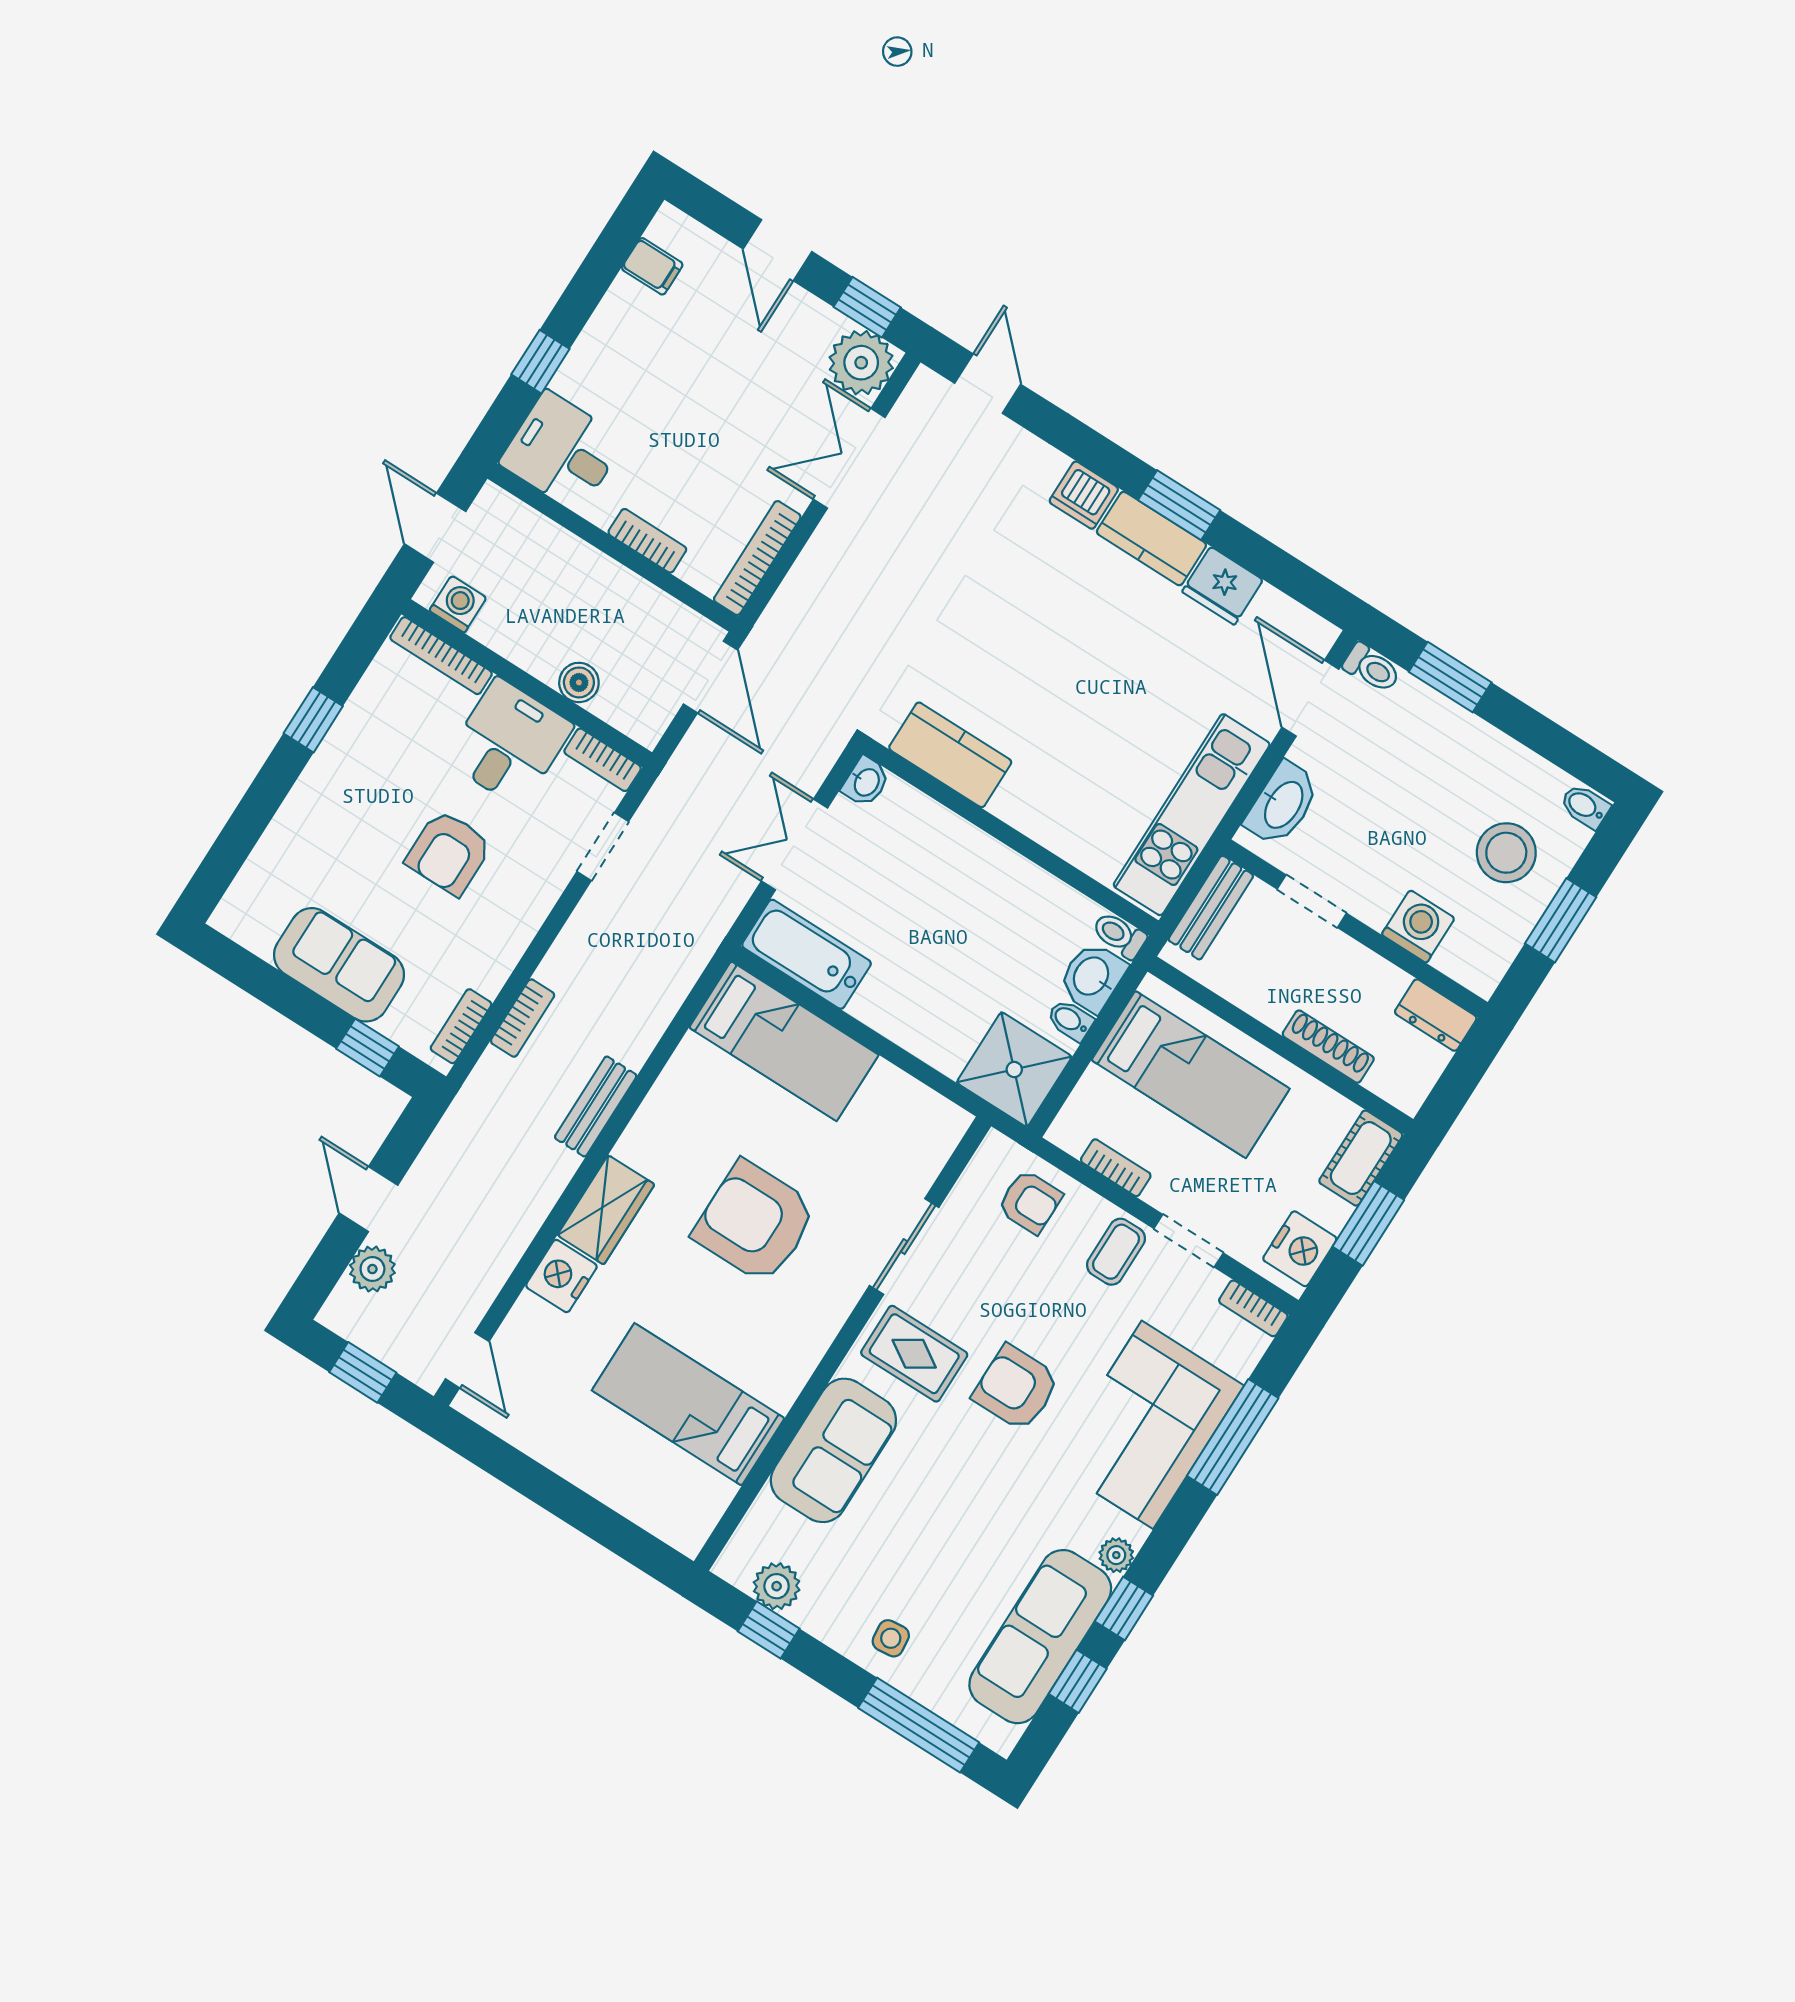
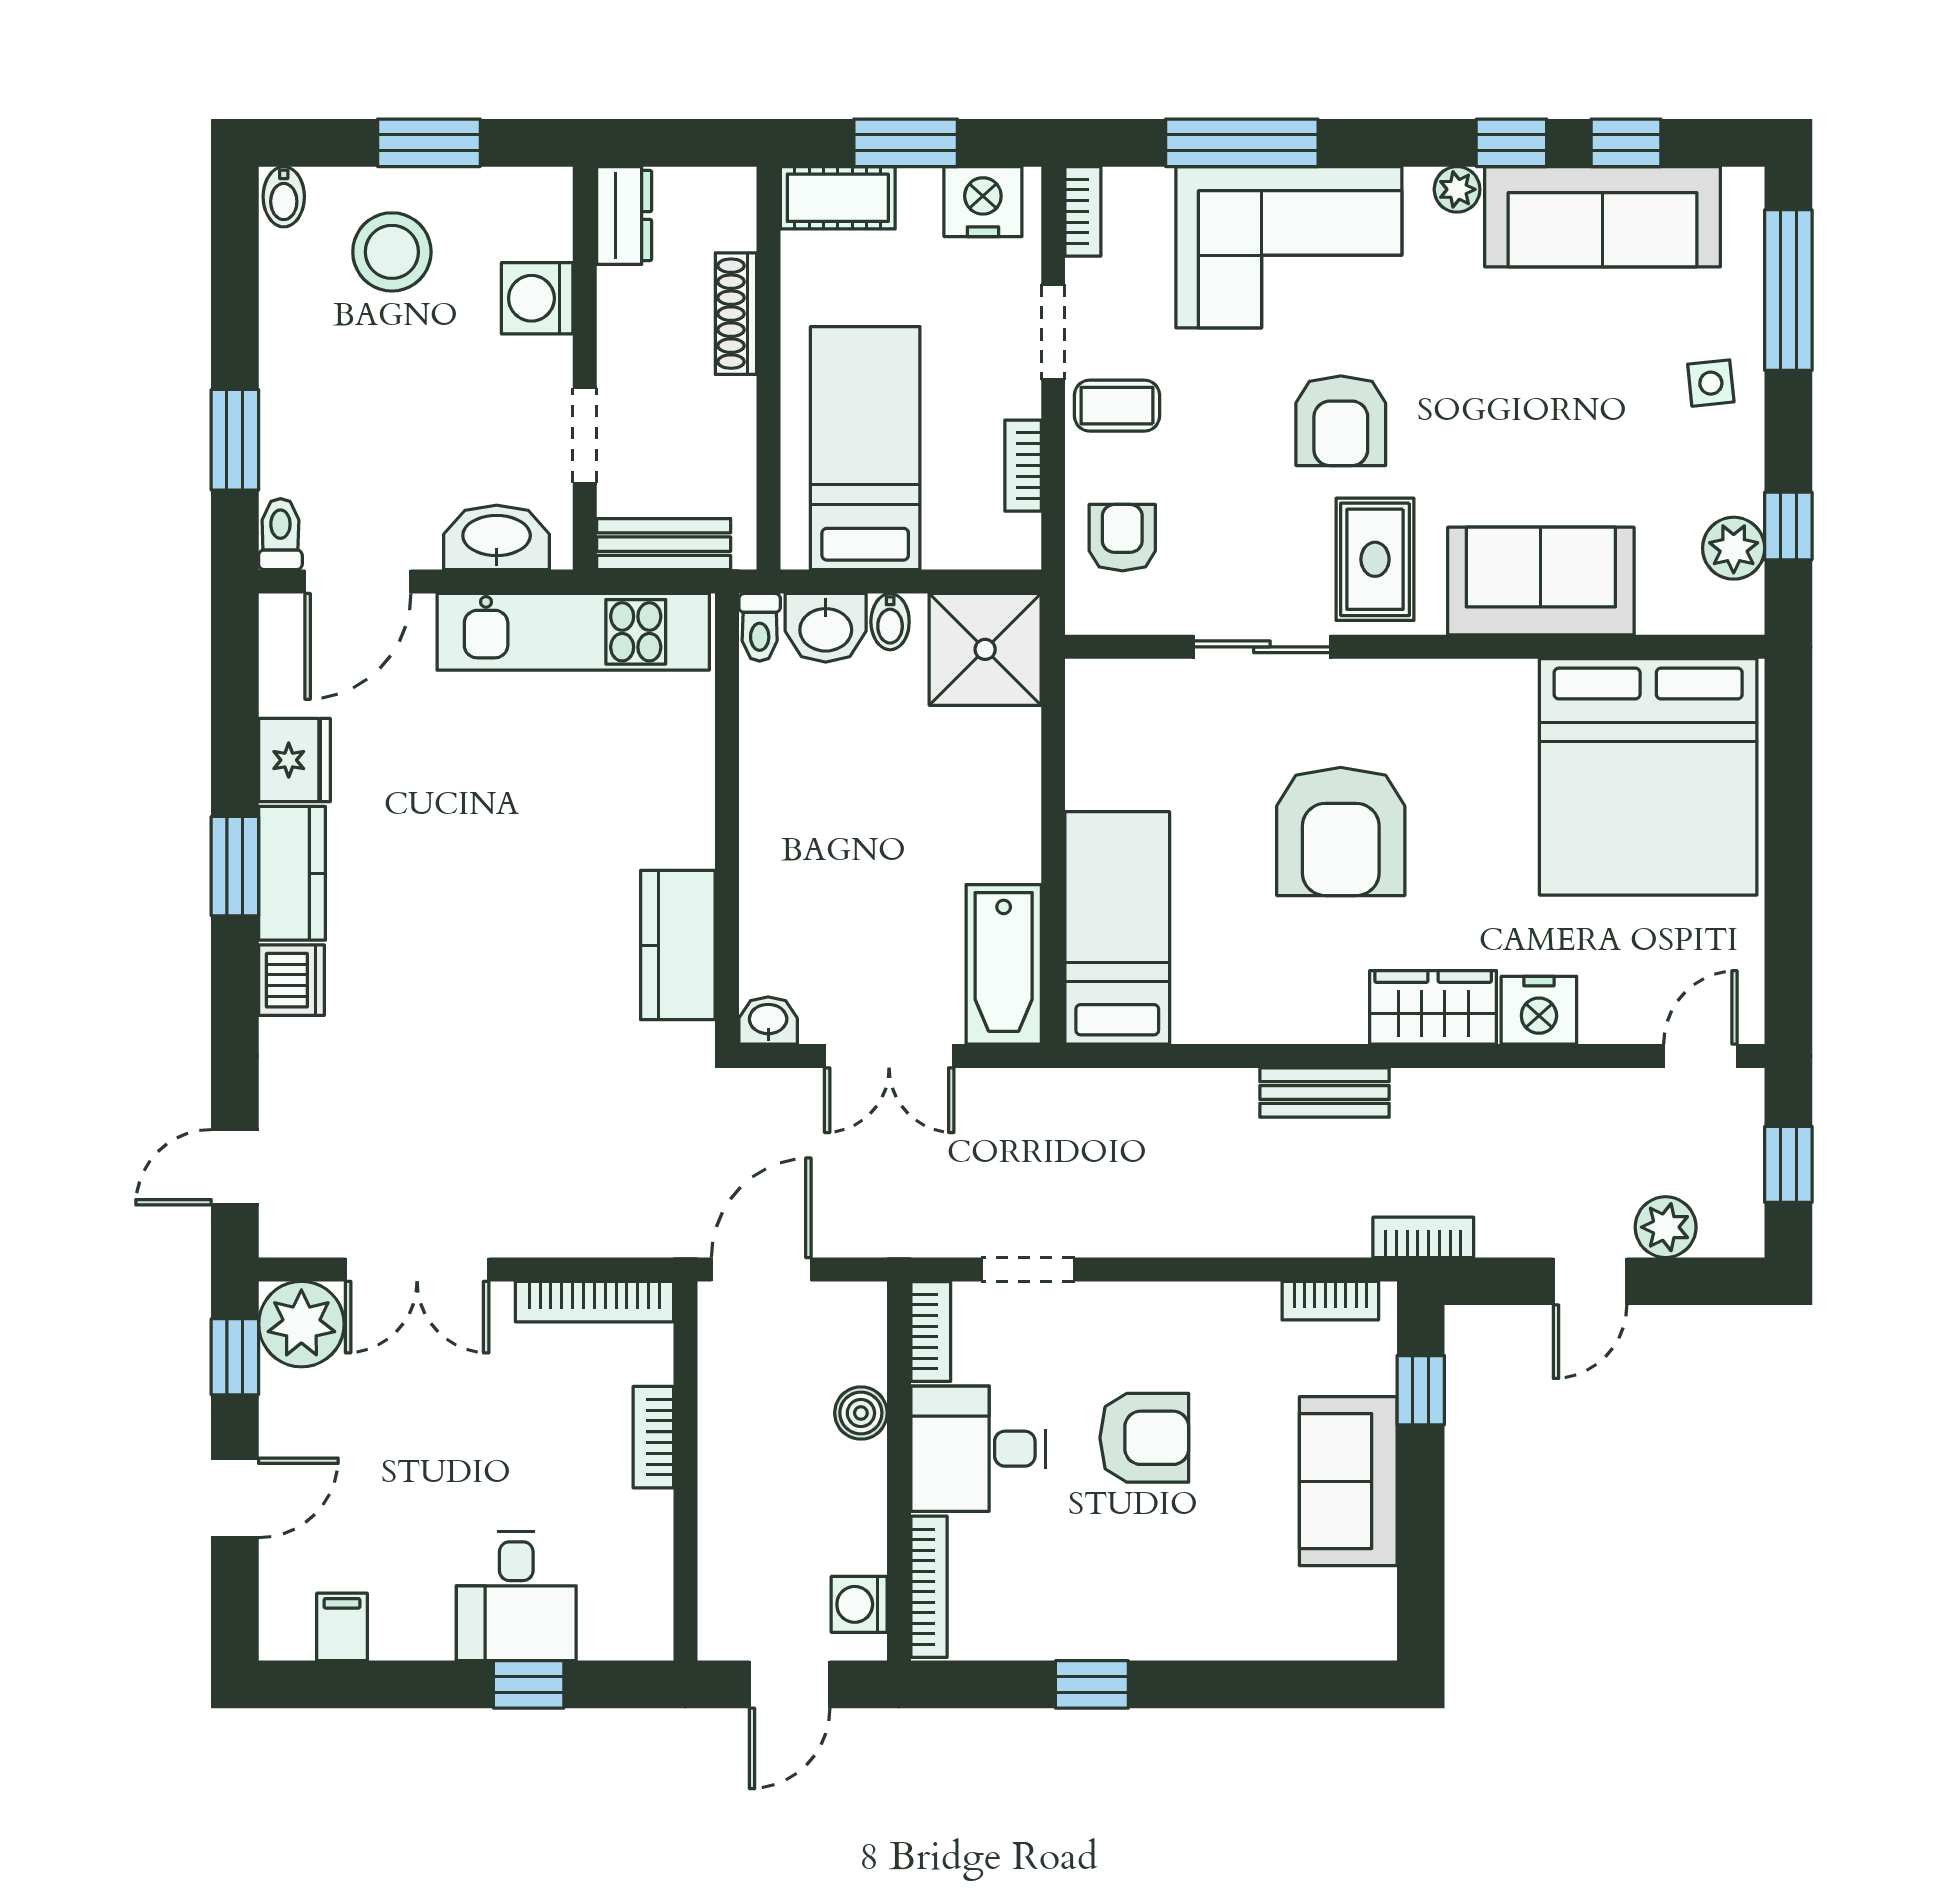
desk: (562, 451) -> (516, 1596), moved
bookcase: (523, 1018) -> (1423, 1237), moved
bed: (688, 1404) -> (1648, 777), width x2.04

